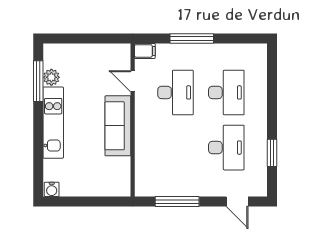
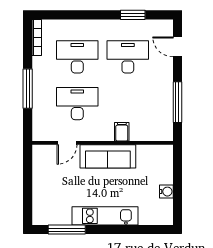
bookcase: (247, 48) -> (37, 37), added
filing cabinet: (145, 51) -> (122, 132), moved
plant: (51, 77) -> (63, 218), removed
water cooler: (52, 189) -> (166, 192), moved
door: (237, 202) -> (177, 47), swing flipped

